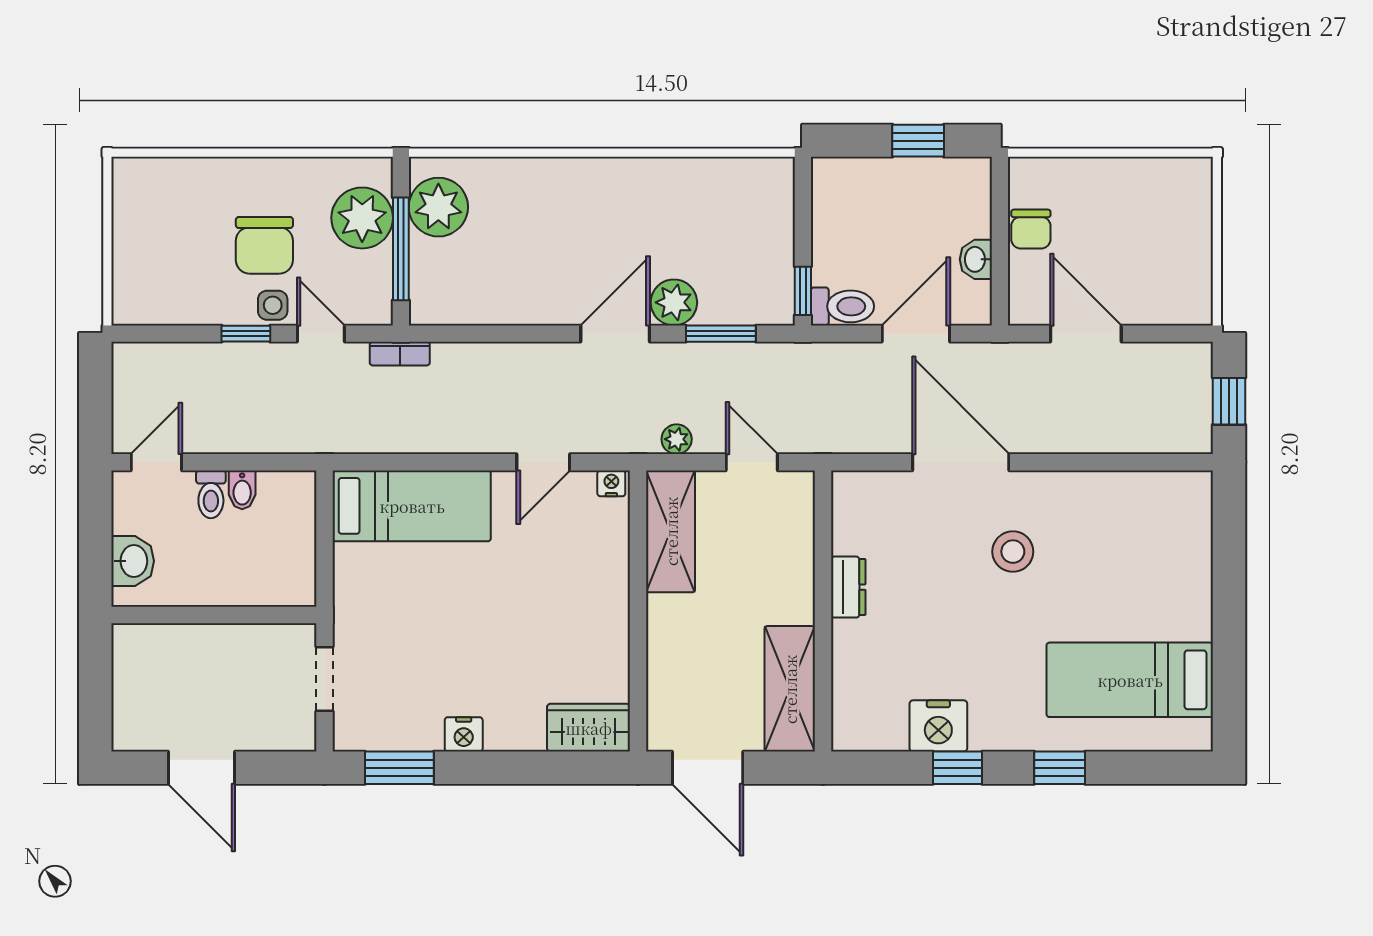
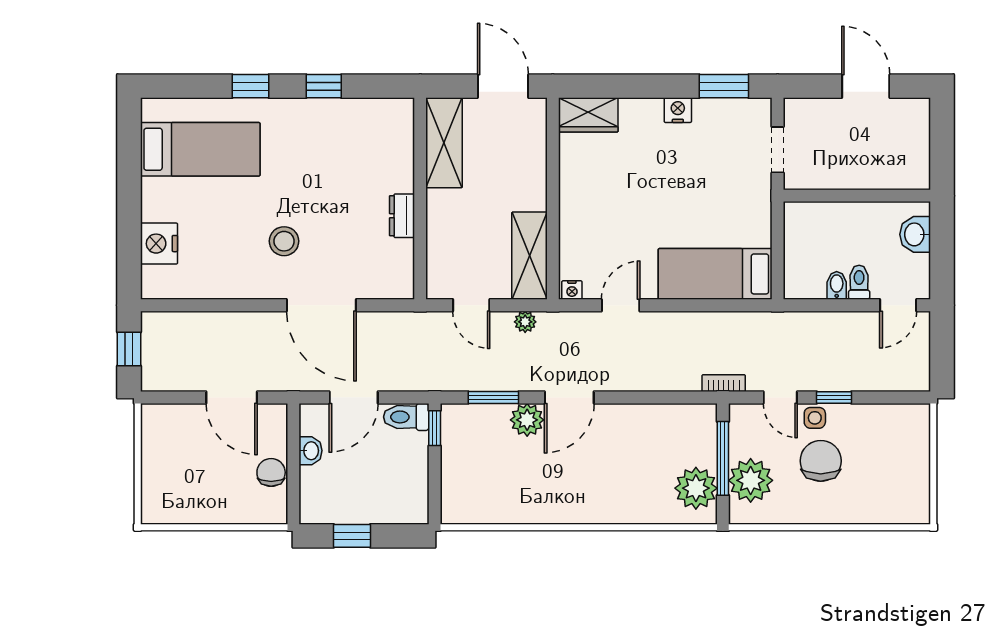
nightstand: (938, 726) -> (159, 244), moved, turned -90

